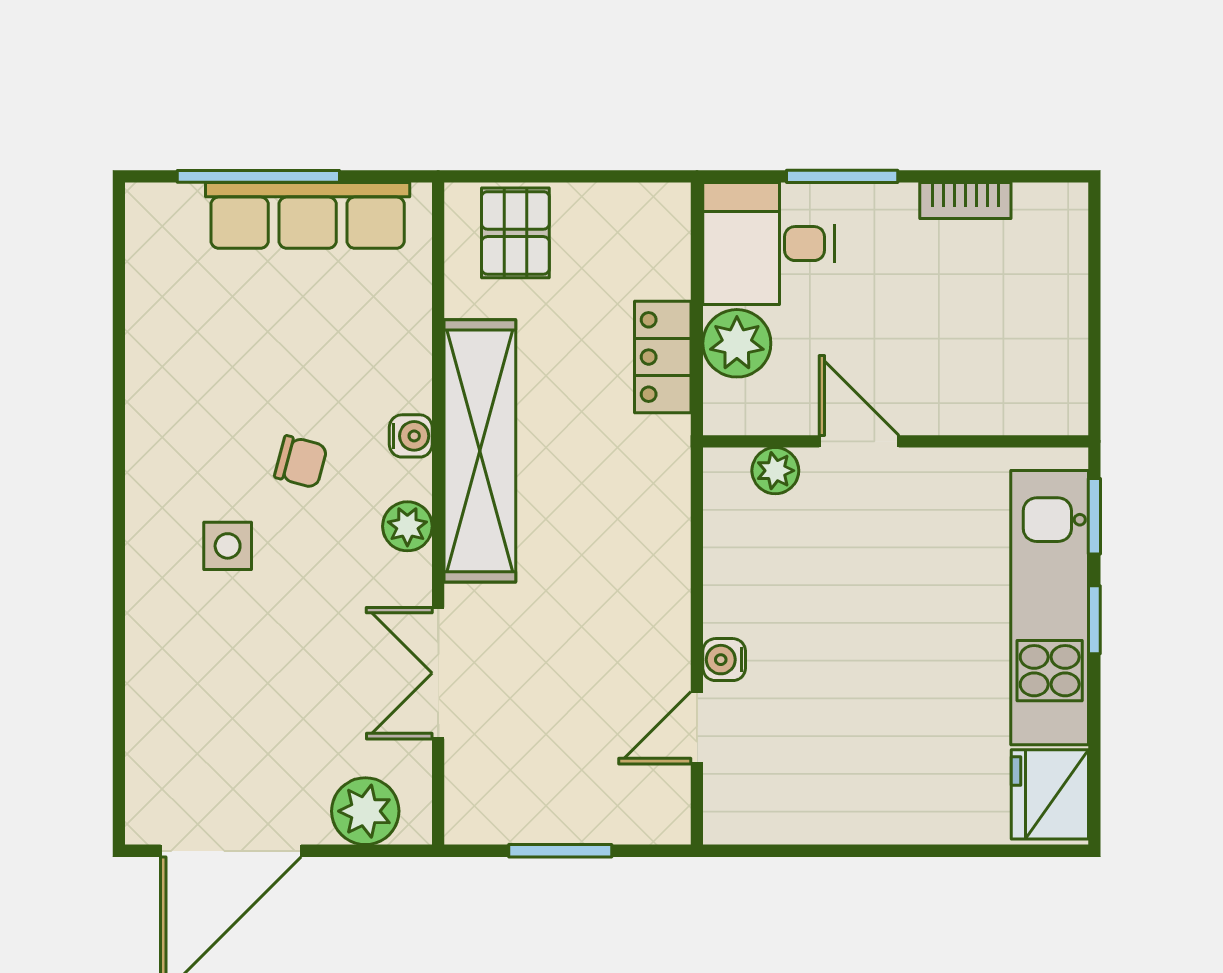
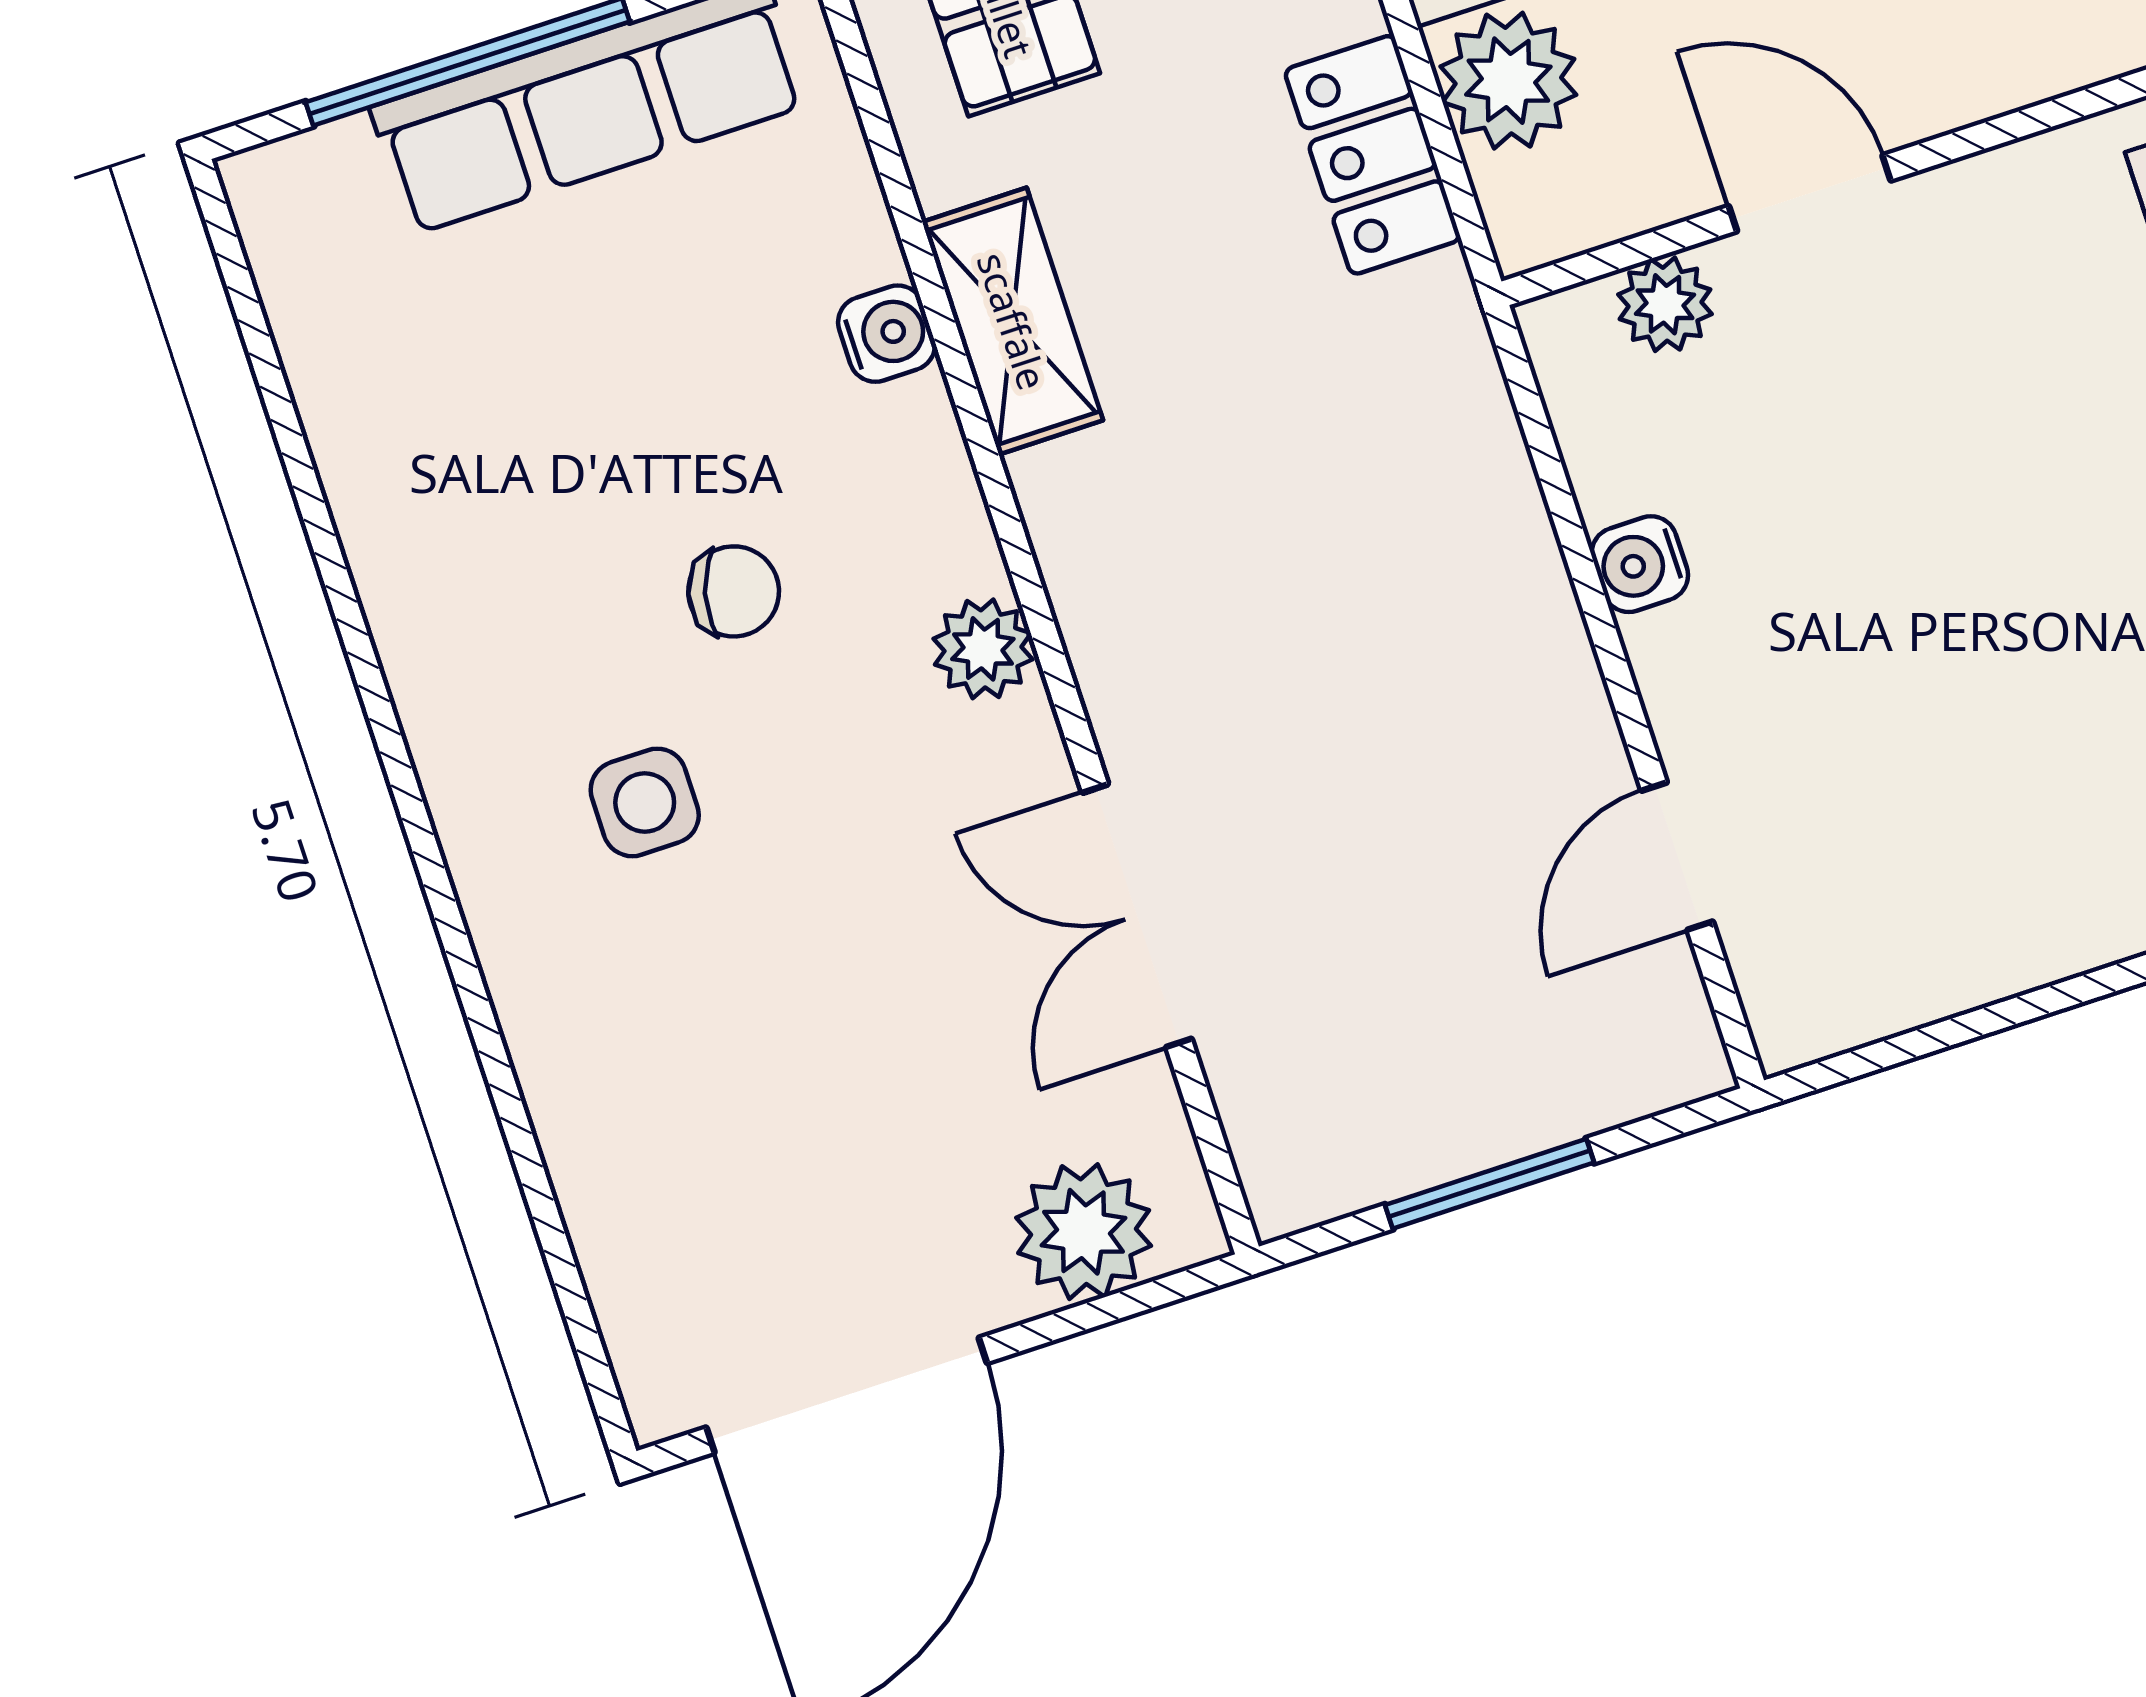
water cooler: (411, 436) -> (887, 334), moved
shelving: (480, 451) -> (1013, 321), width x0.45, depth x0.75
water cooler: (724, 660) -> (1640, 564), moved

